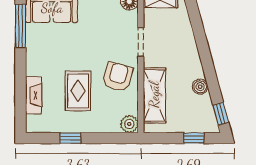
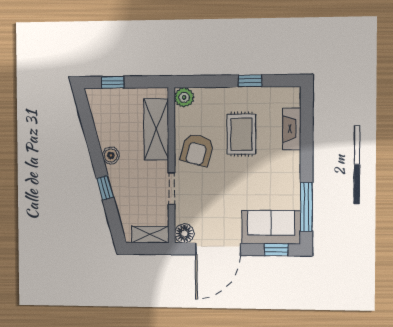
boiler: (200, 87) -> (111, 156), moved
window: (221, 114) -> (105, 188), moved

